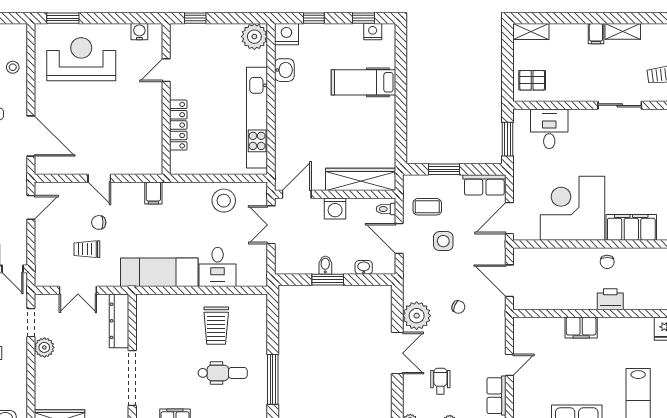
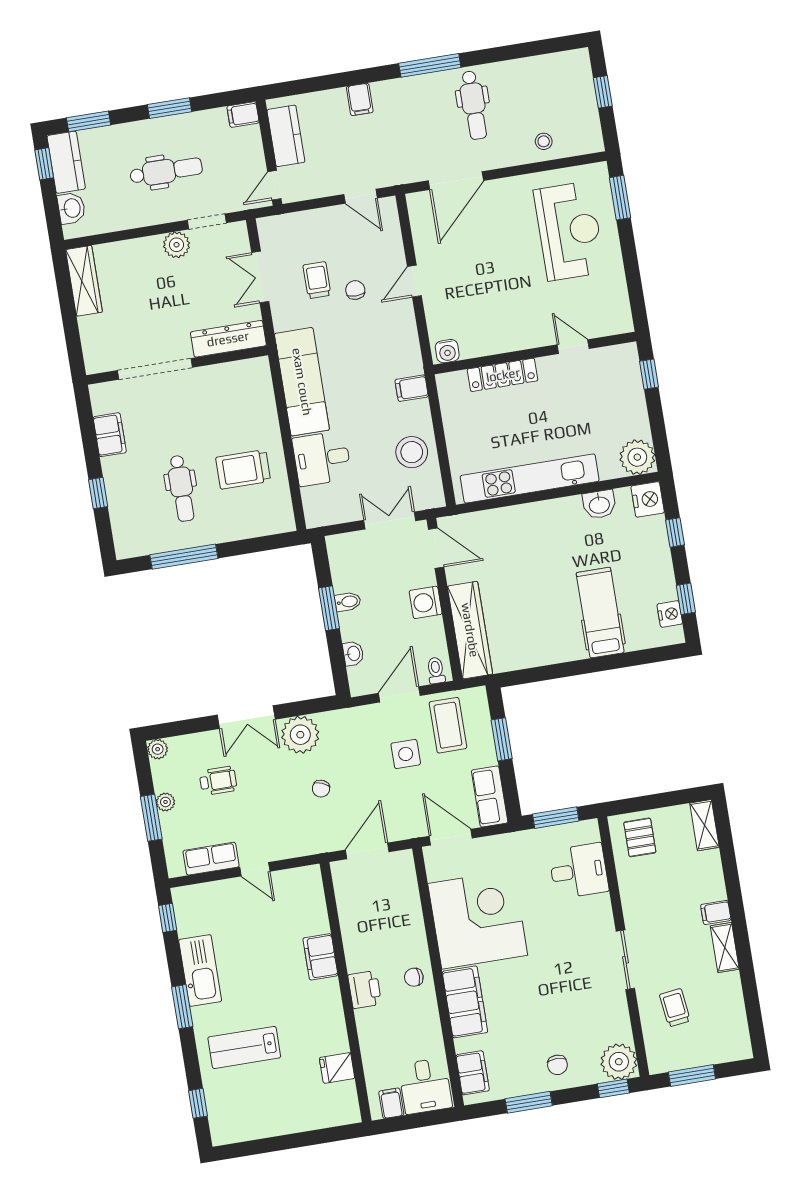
water cooler: (139, 32) -> (447, 351), moved, turned 90
filing cabinet: (153, 193) -> (412, 388), moved
coffee table: (427, 207) -> (448, 725), width x1.36, depth x1.30

